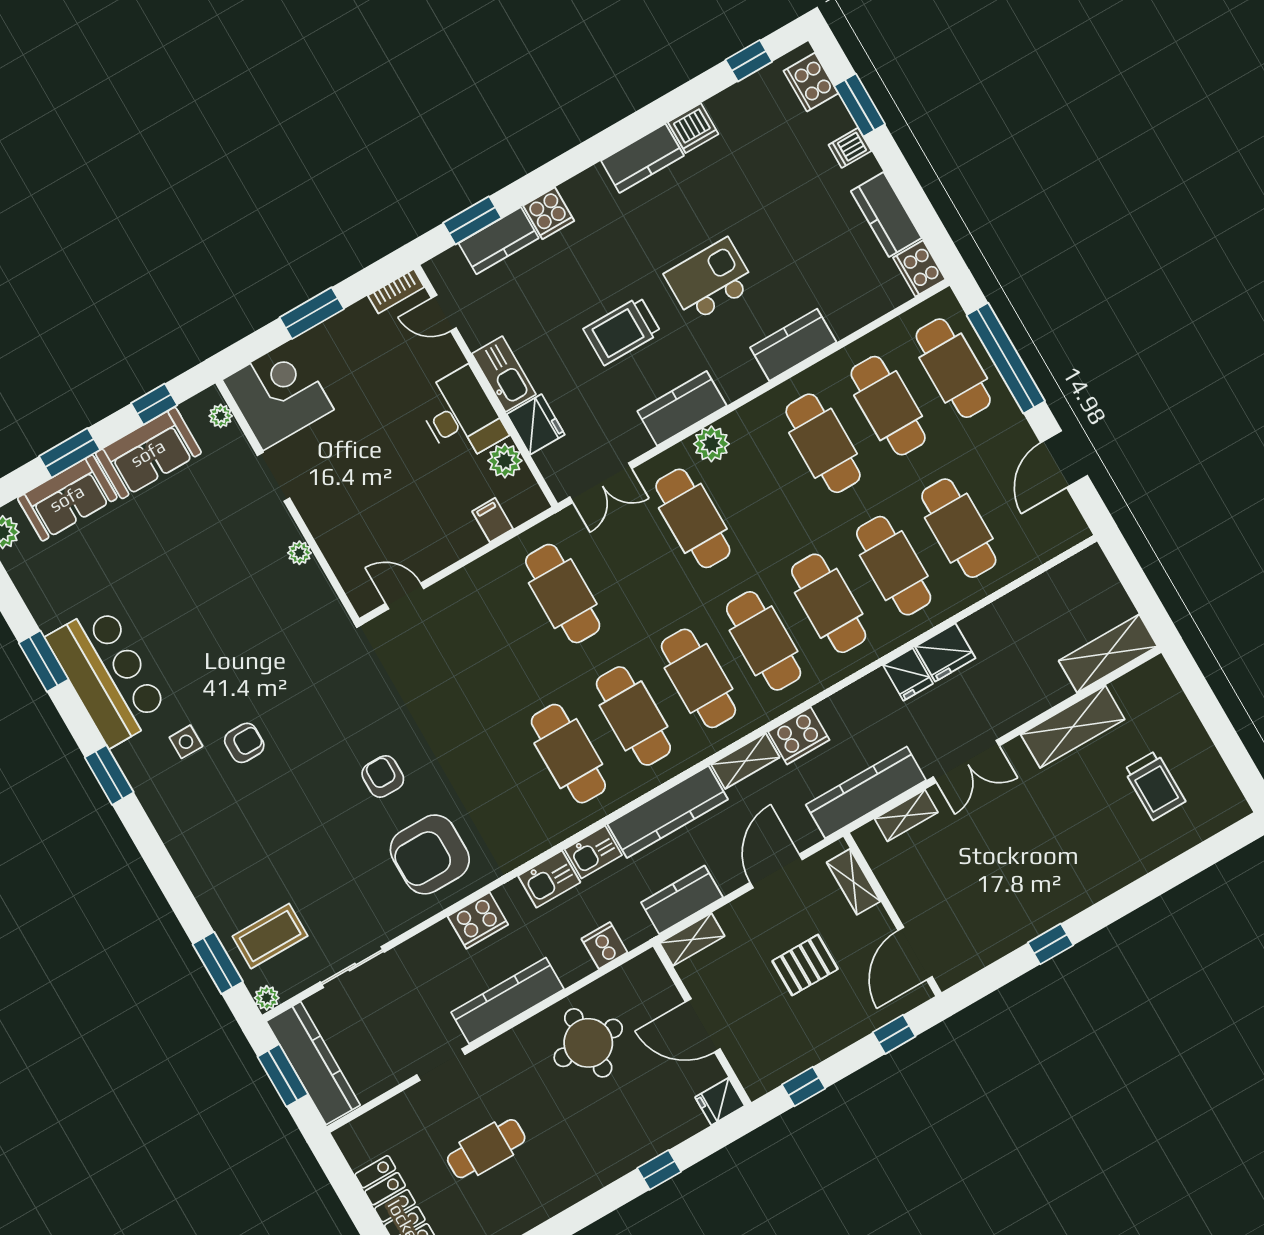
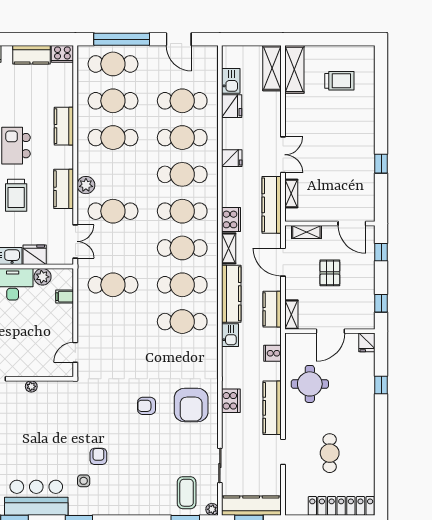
fridge: (945, 652) -> (232, 106), moved
shelving: (1073, 727) -> (294, 69), moved
kitchen sink: (549, 879) -> (231, 81), moved

